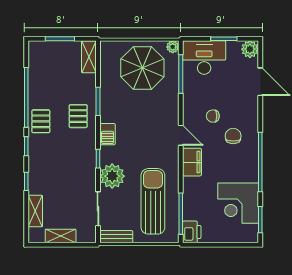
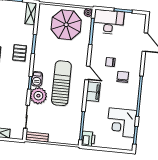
plant: (250, 49) -> (140, 19), removed
barbecue: (107, 134) -> (37, 79), moved
sun lounger: (153, 201) -> (61, 83), moved

